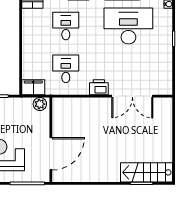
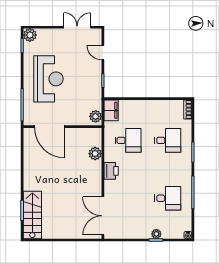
desk: (128, 26) -> (168, 198), width x0.53, depth x0.77
plant: (167, 38) -> (156, 234), added
double door: (132, 96) -> (103, 216), moved
plant: (80, 105) -> (95, 154), added

